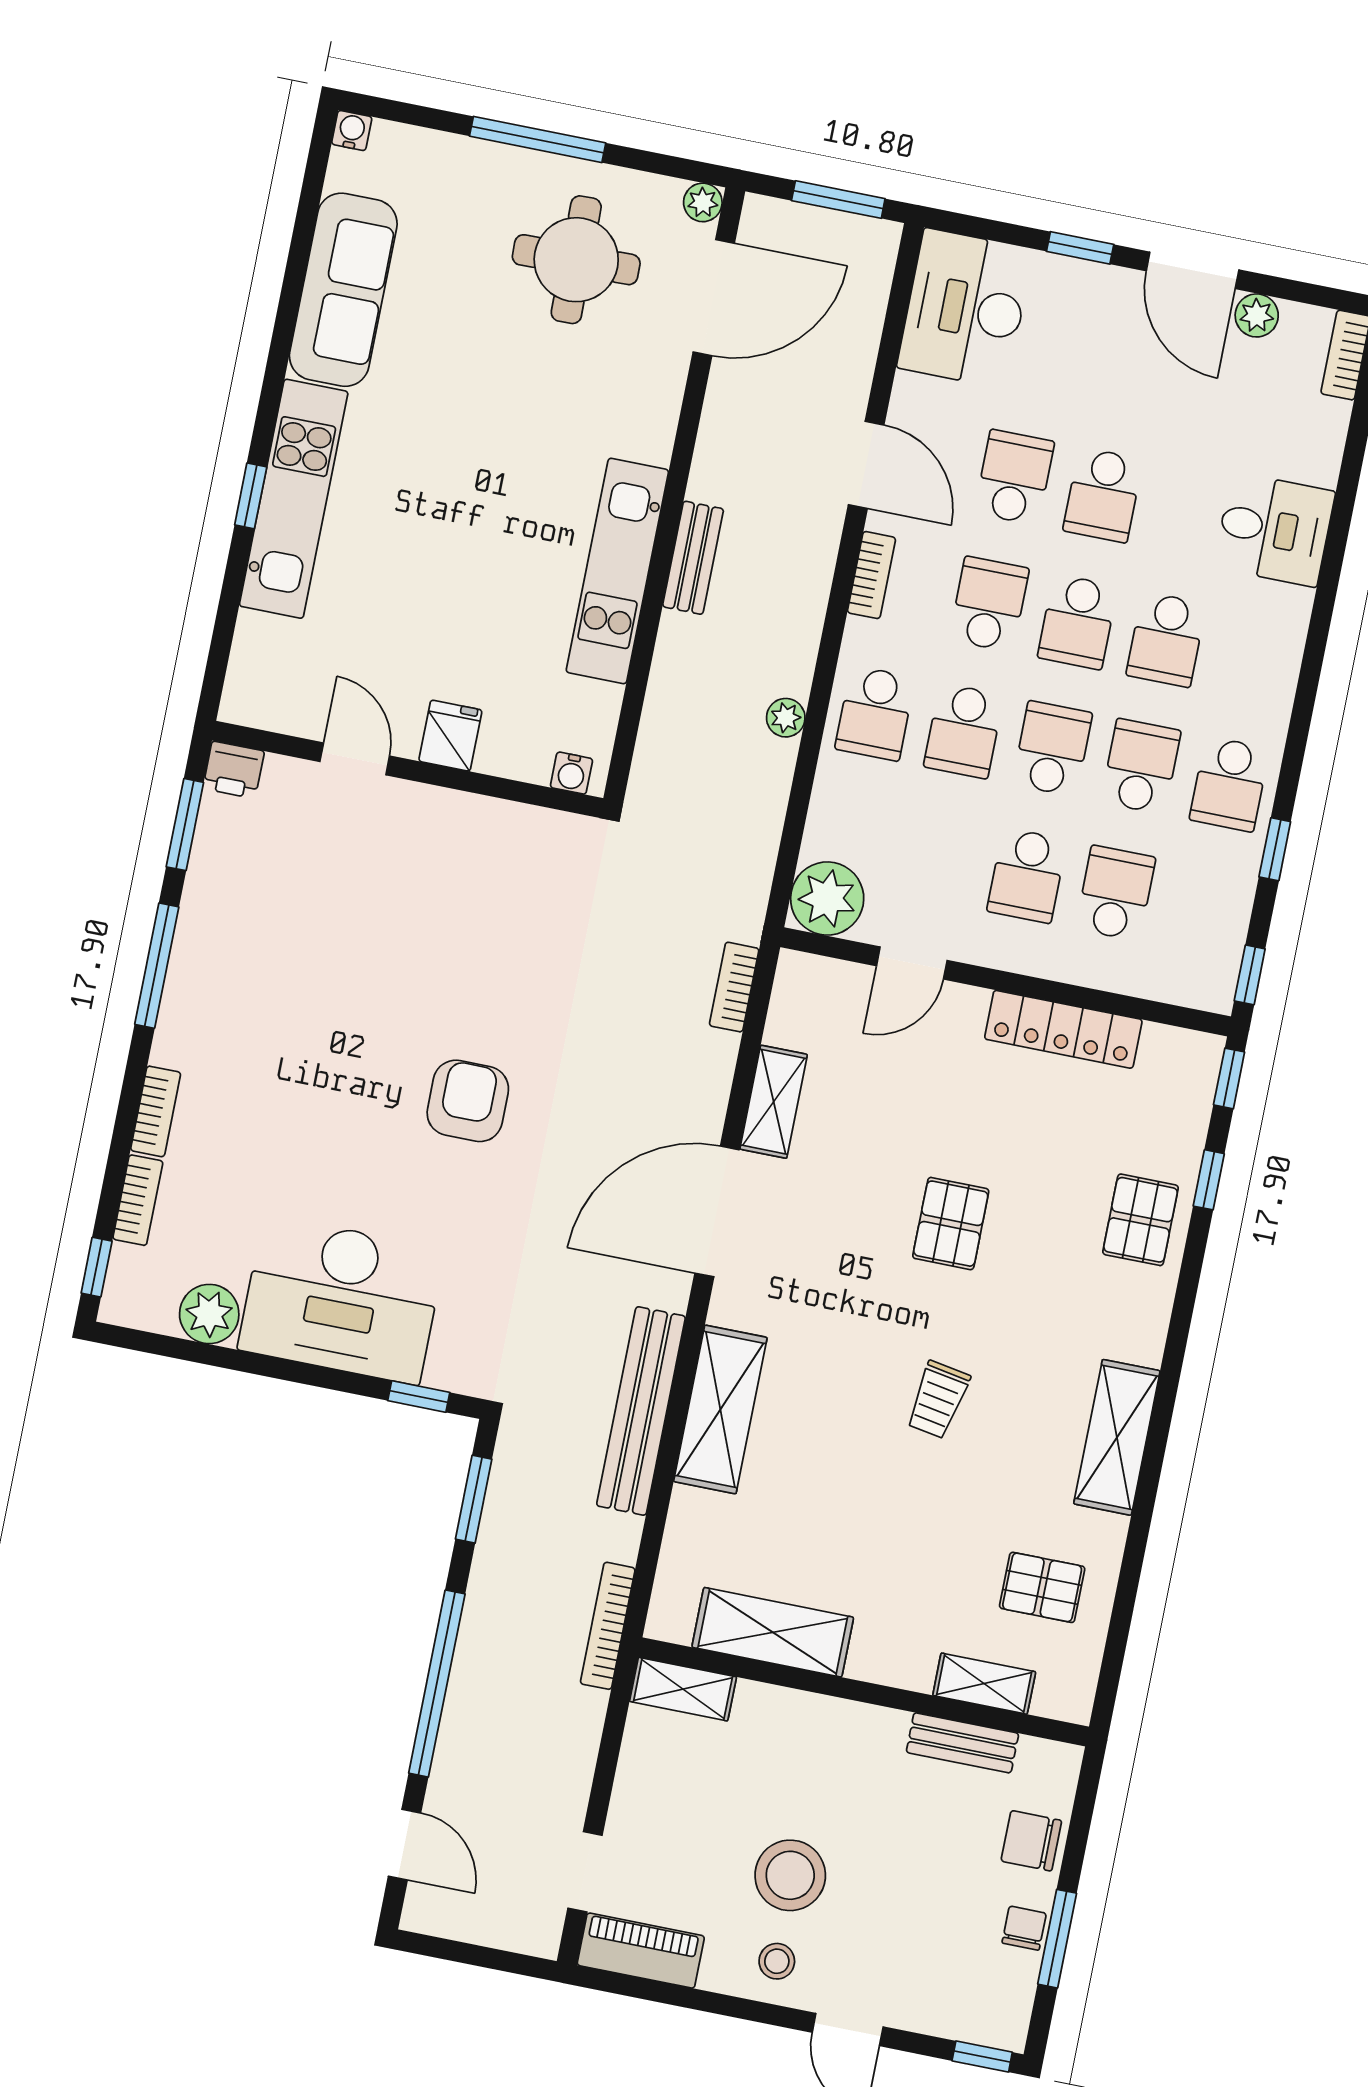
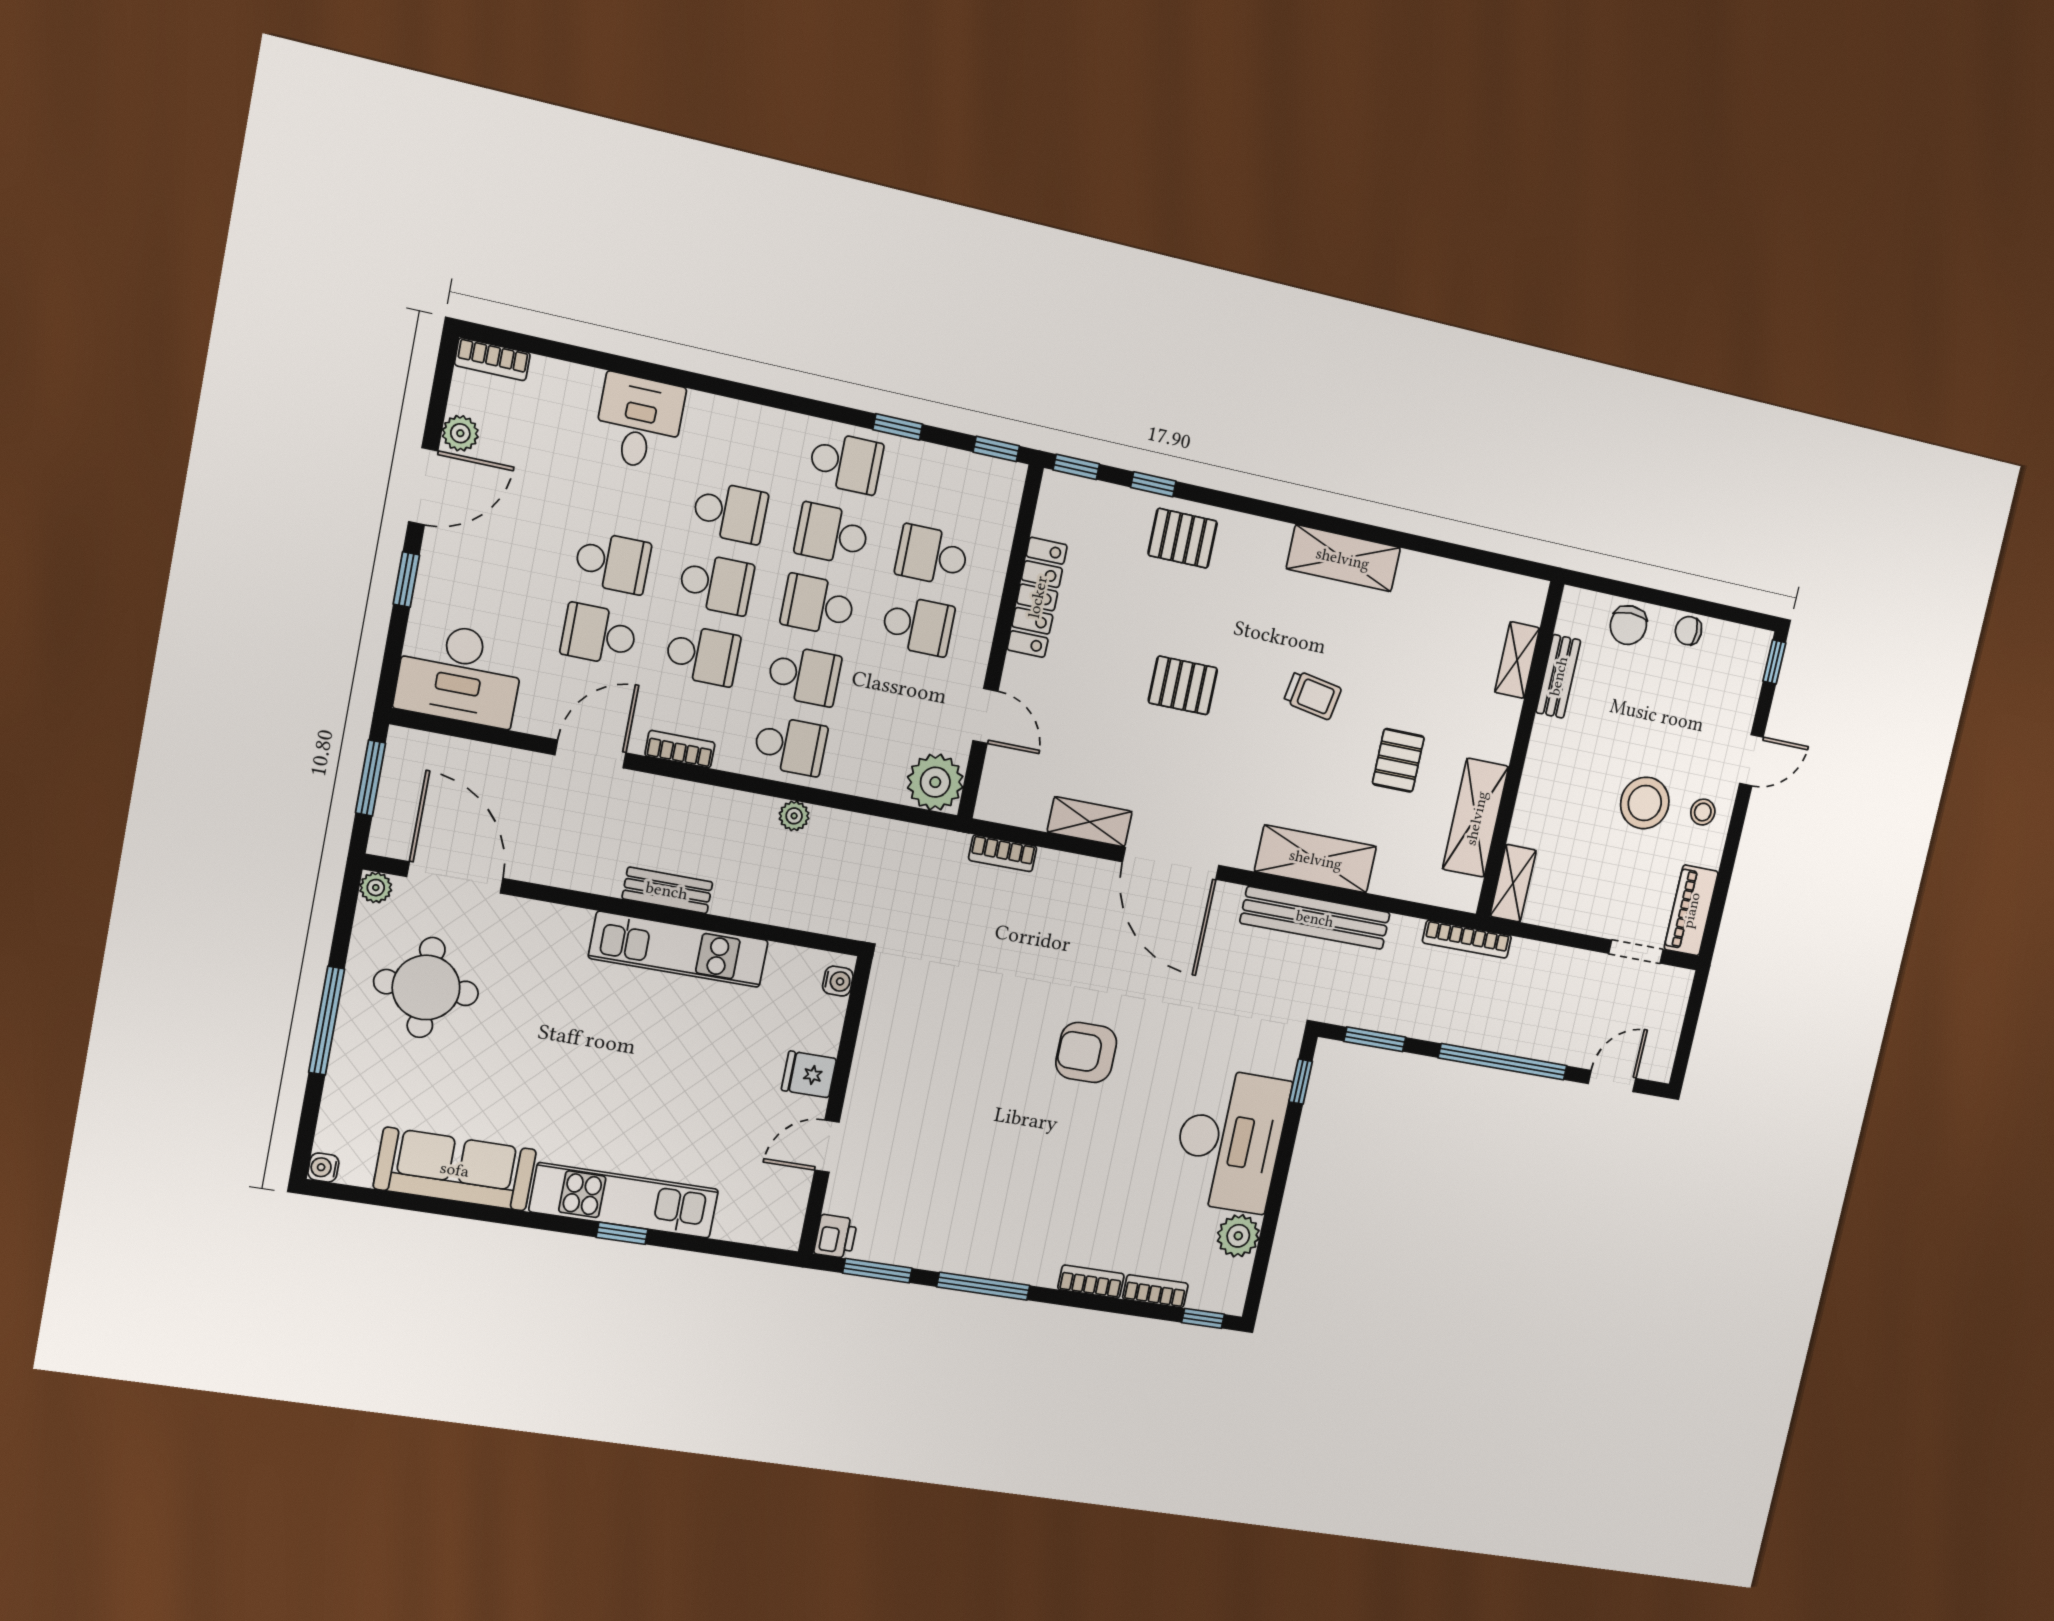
school desk: (989, 604) -> (702, 655), turned 180
pallet: (1042, 1587) -> (1398, 760), moved
window: (1057, 1939) -> (1697, 606), removed

